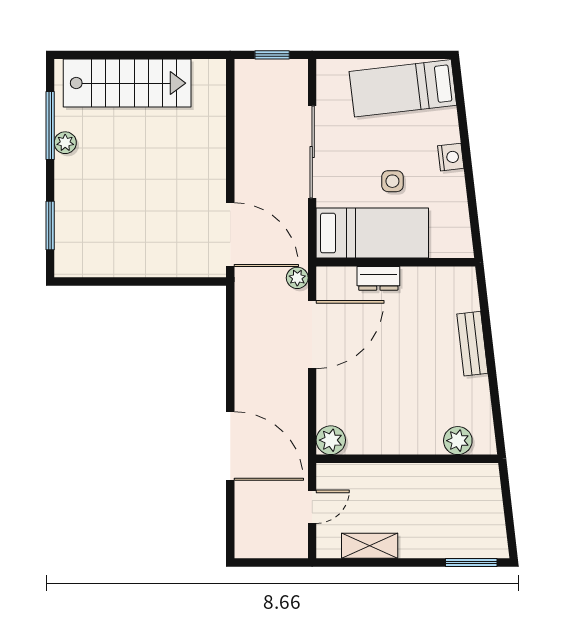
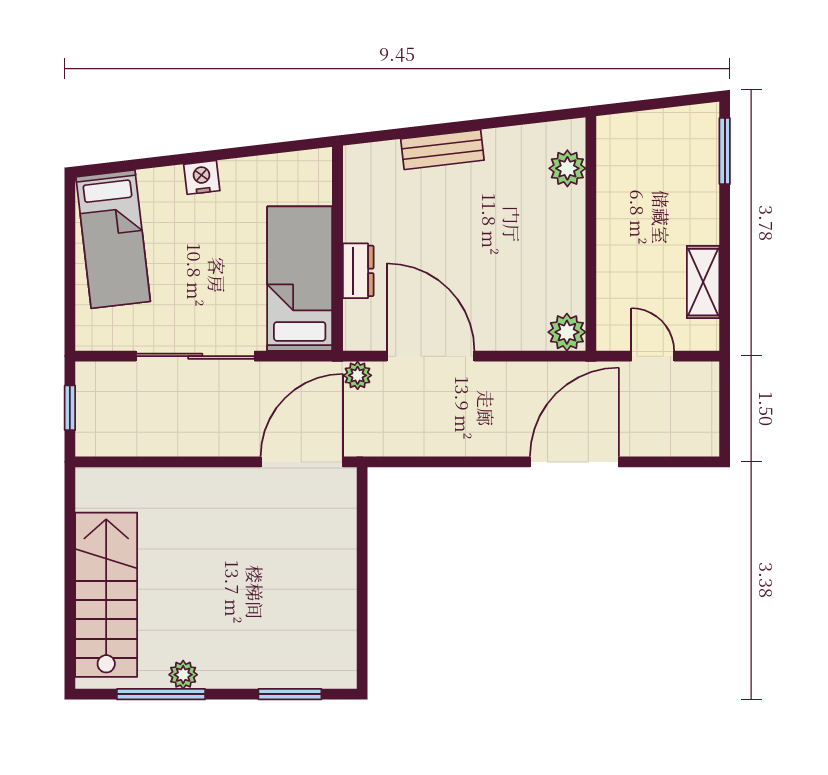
side table: (392, 181) -> (233, 253), removed

